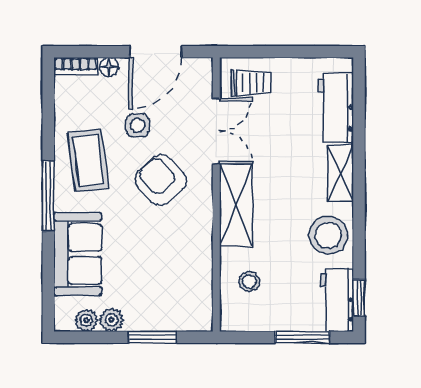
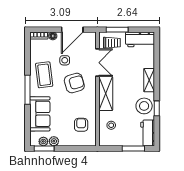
window: (263, 52) -> (117, 30), added
workbench: (335, 108) -> (140, 39), moved, turned -90
armchair: (161, 180) -> (74, 83), turned 116
armchair: (177, 280) -> (81, 125), added
window: (359, 298) -> (157, 108), moved
window: (152, 337) -> (44, 148), moved

